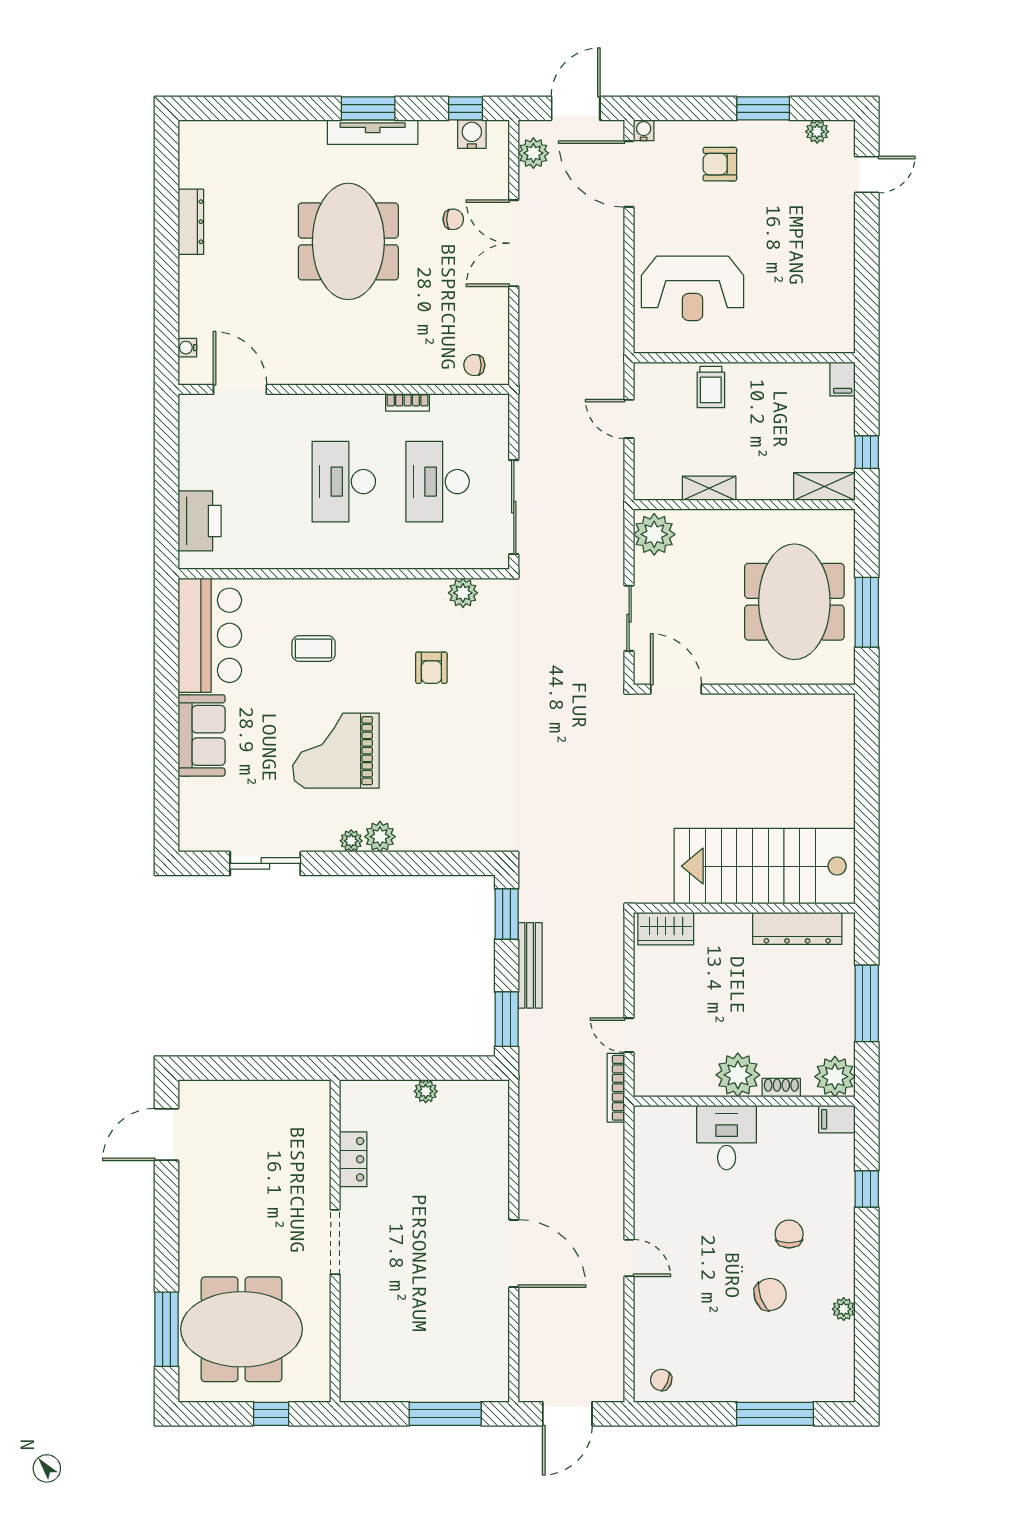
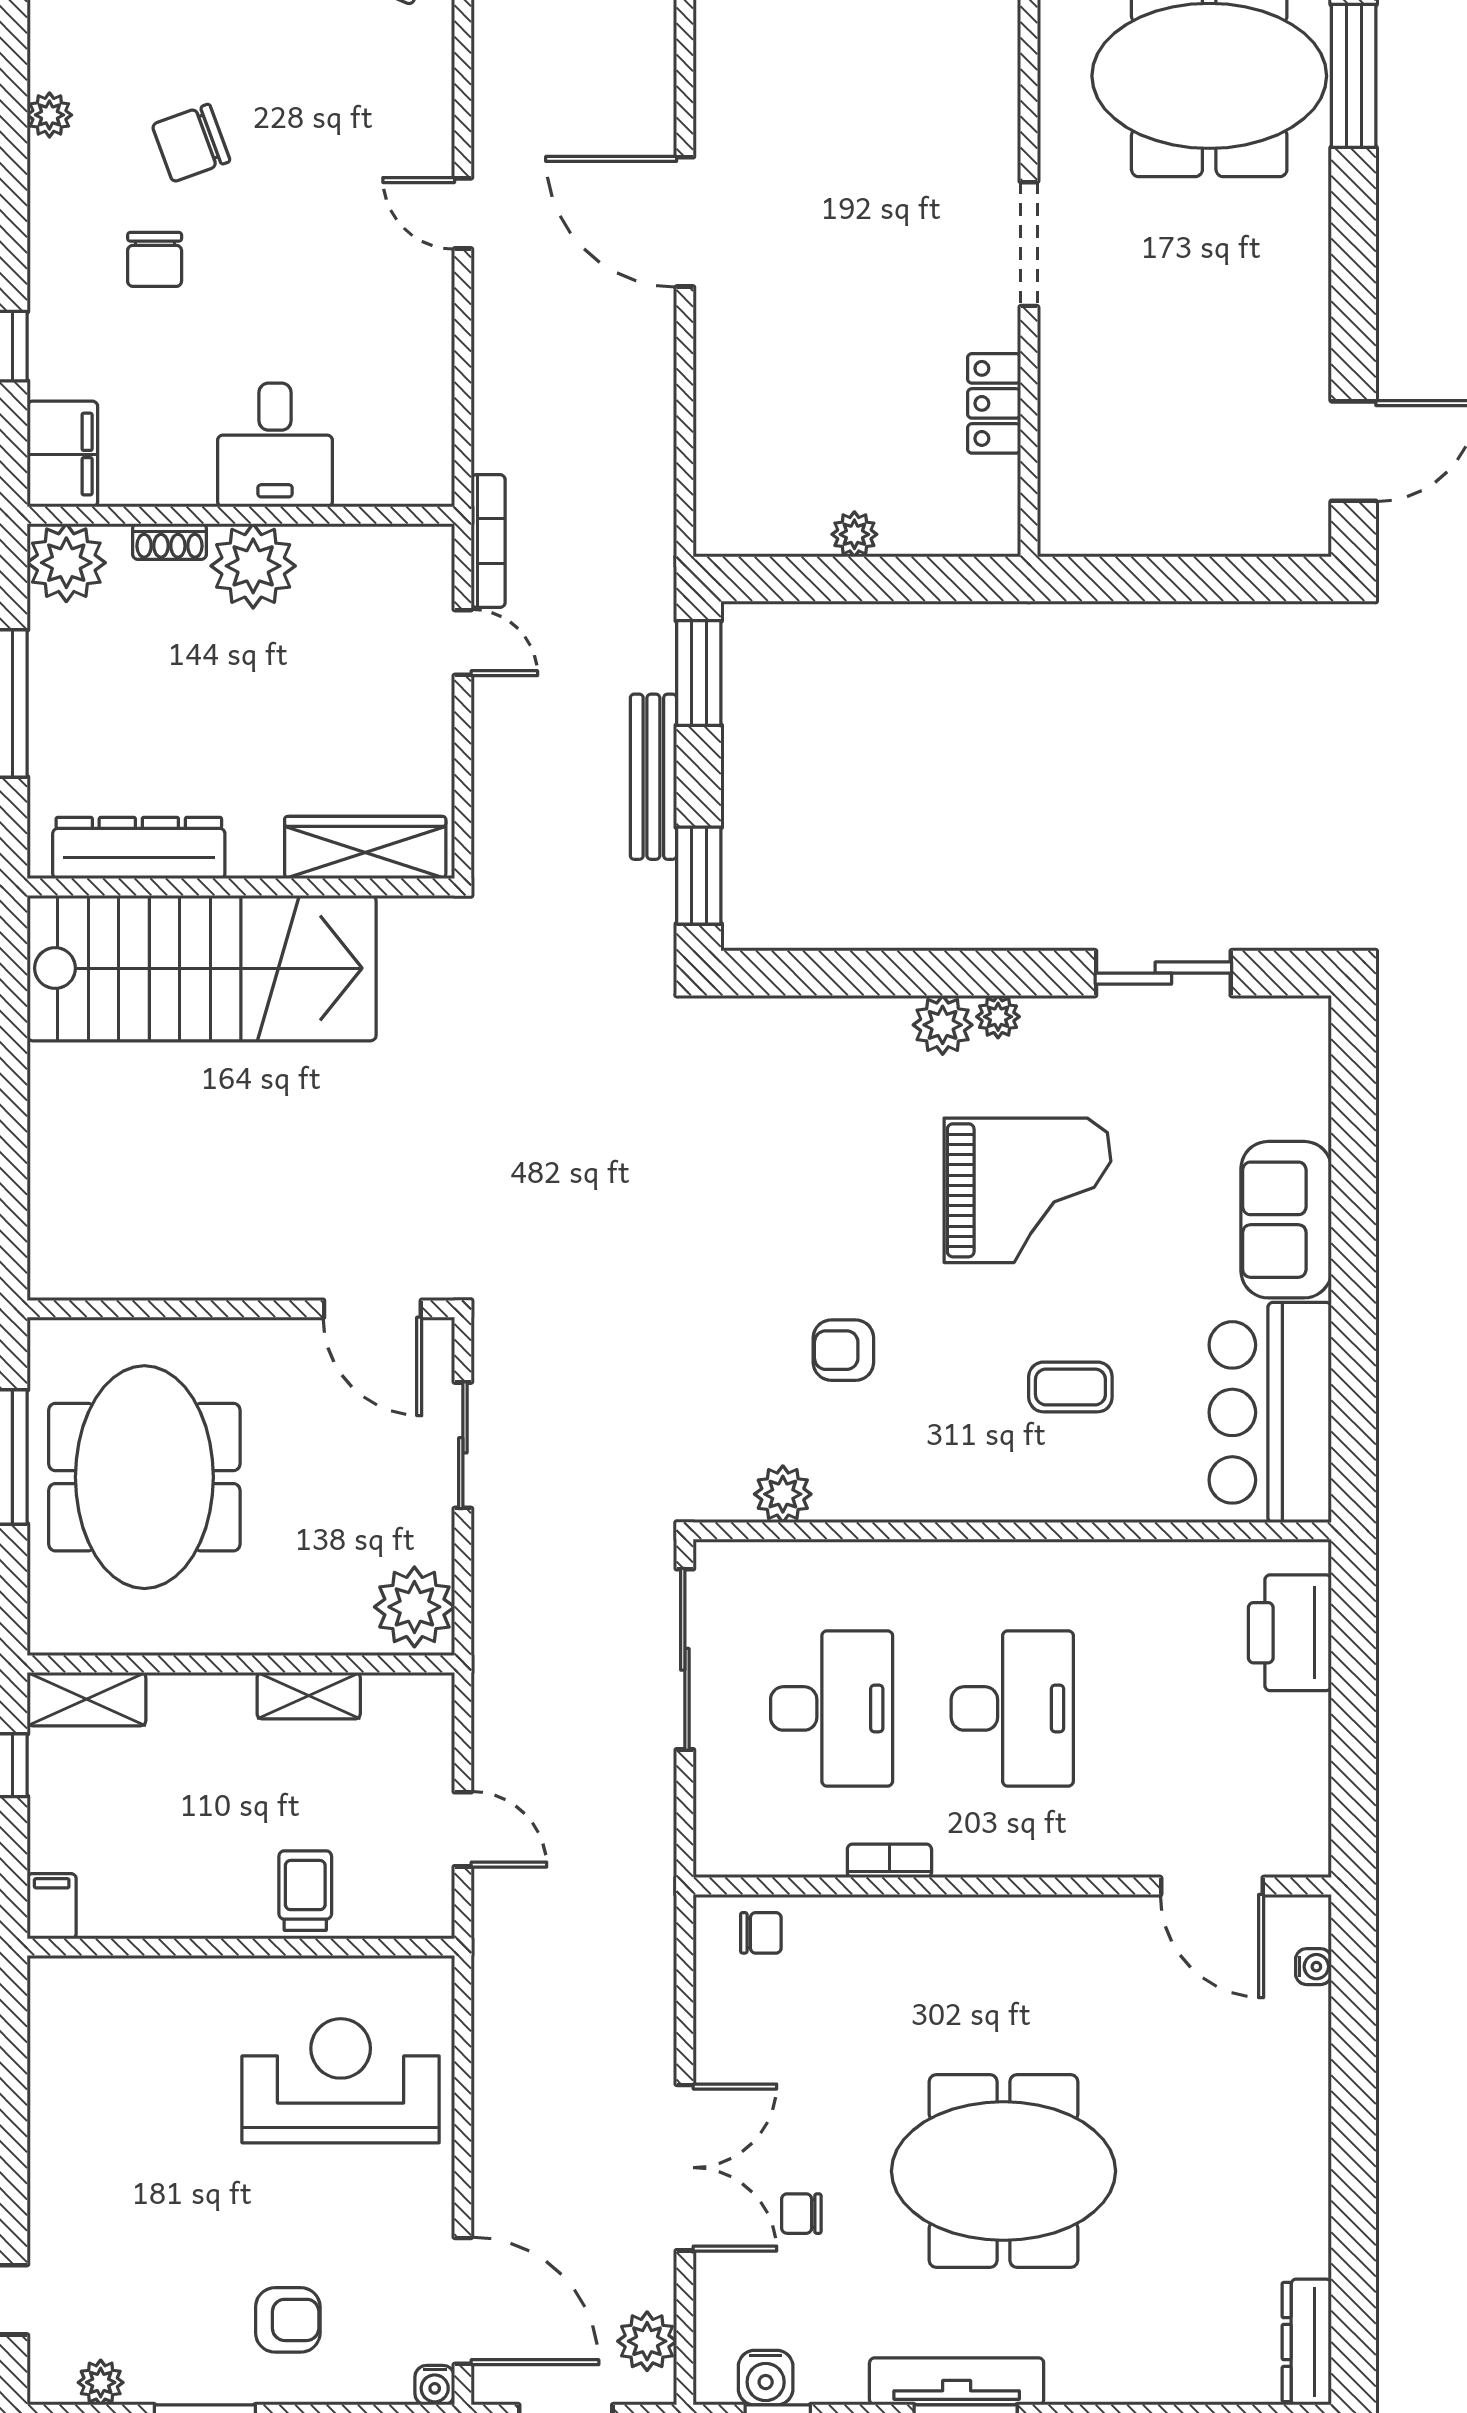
dresser: (191, 222) -> (1307, 2342), moved
meeting table: (348, 241) -> (1003, 2171), turned 90
armchair: (431, 668) -> (843, 1350), turned -90
wardrobe: (666, 929) -> (365, 848), width x1.50
filing cabinet: (837, 1119) -> (62, 454), width x2.00

